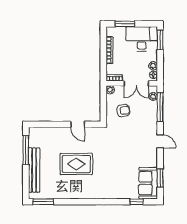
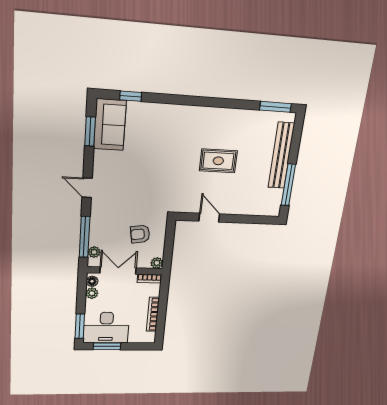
window: (125, 24) -> (107, 346), moved
rug: (76, 164) -> (218, 161), width x0.73, depth x0.70

